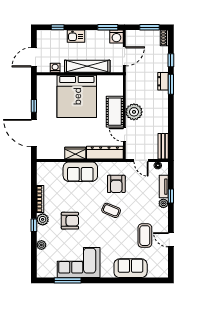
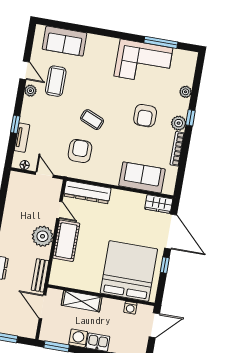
washing machine: (116, 37) -> (78, 338), moved
door: (124, 56) -> (42, 307), hinge flipped
shelving: (87, 66) -> (82, 301), width x0.68
bed: (77, 96) -> (129, 271), moved
bench: (163, 146) -> (40, 275), moved
wardrobe: (75, 153) -> (159, 204), moved
sofa: (80, 172) -> (142, 177), moved
plant: (163, 203) -> (30, 91), moved
armchair: (70, 221) -> (145, 116), turned -90
sofa: (131, 268) -> (65, 41), moved

